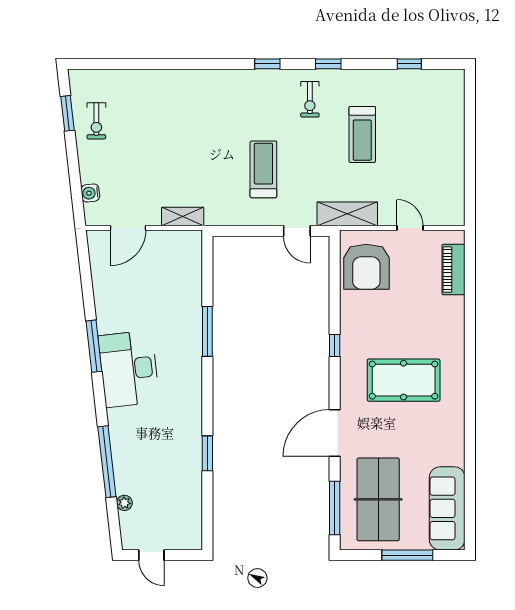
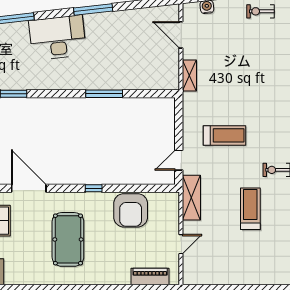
treadmill: (362, 134) -> (250, 209), turned 90
armchair: (366, 267) -> (131, 210), moved, turned -90
desk: (129, 369) -> (58, 38), moved

